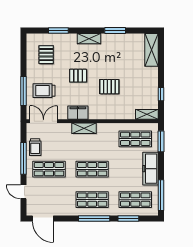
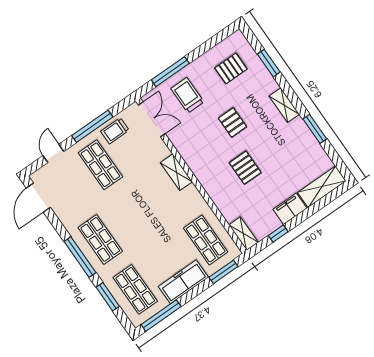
filing cabinet: (78, 113) -> (290, 209), moved, turned -90
shop shelf: (92, 169) -> (135, 215), removed

